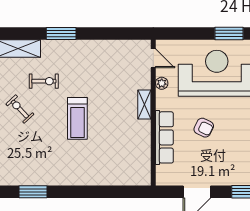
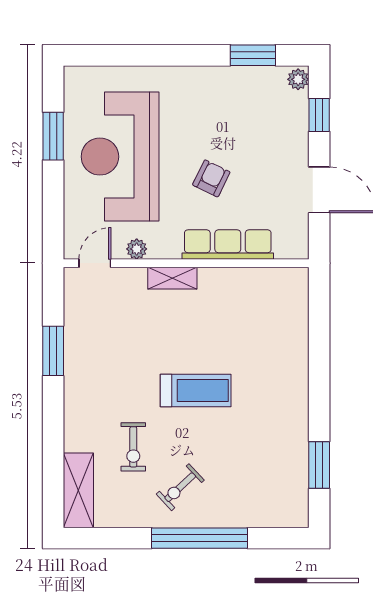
window: (61, 33) -> (53, 351), moved
exercise bike: (44, 81) -> (133, 447), turned 180

